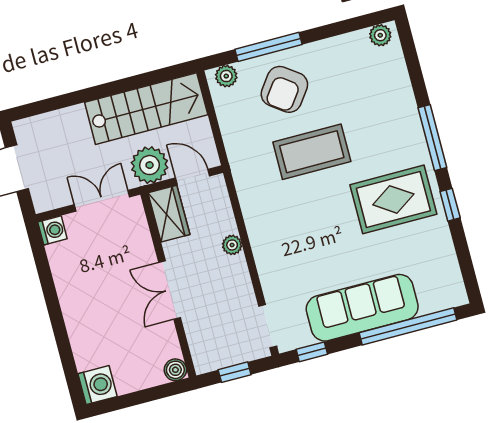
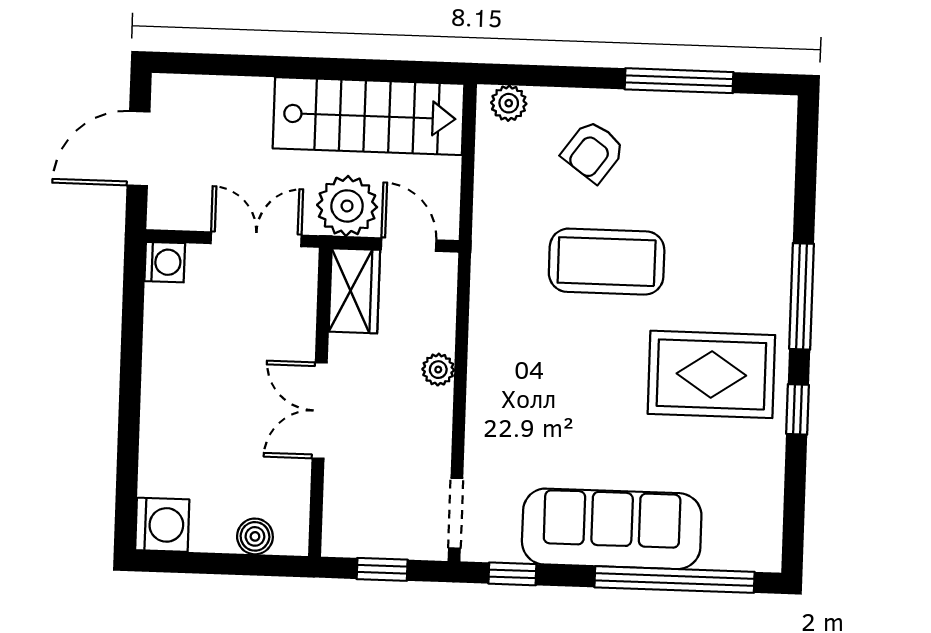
plant: (380, 35) -> (768, 112), removed
window: (268, 47) -> (679, 81), moved
armchair: (284, 89) -> (593, 151), width x0.72, depth x0.72
boiler: (175, 370) -> (255, 536), moved

